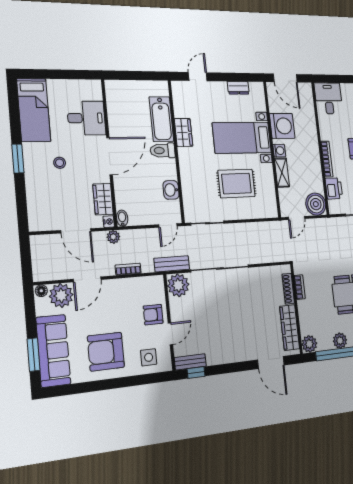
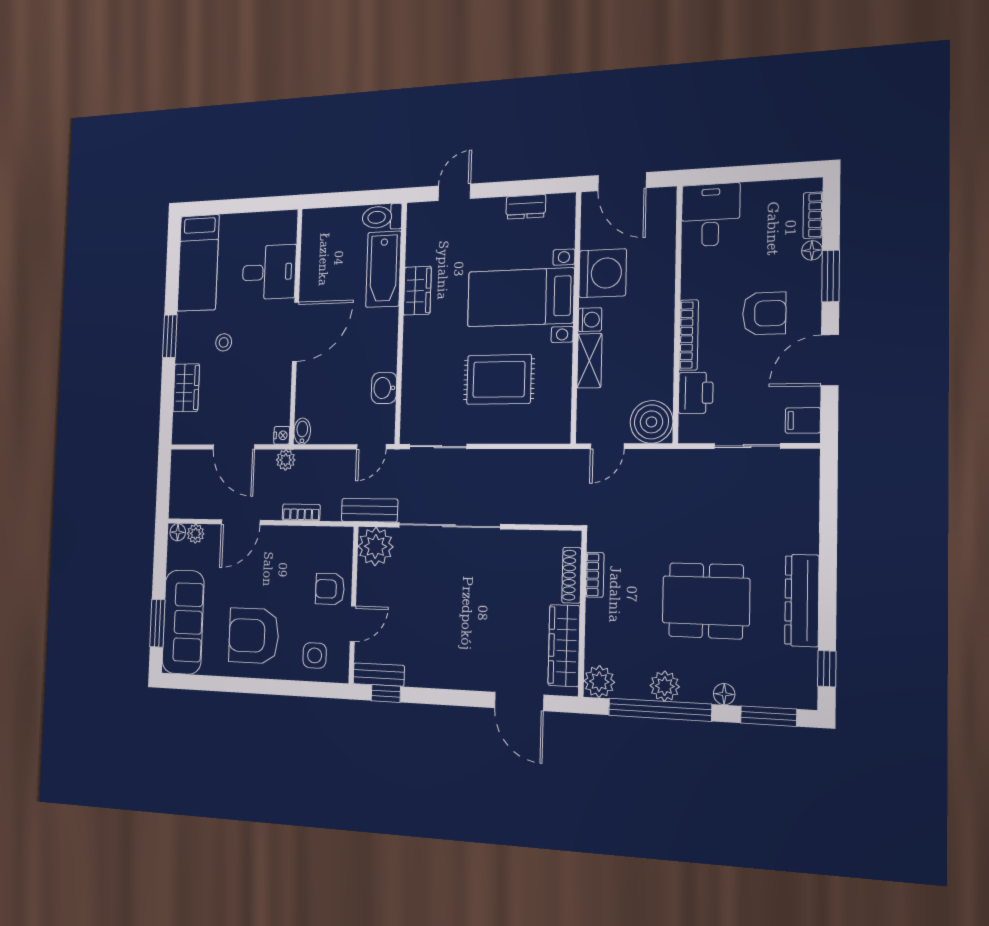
toilet: (163, 150) -> (382, 217), moved
wardrobe: (103, 199) -> (186, 388), moved, turned 180
plant: (61, 295) -> (196, 534), width x0.53, depth x0.53

